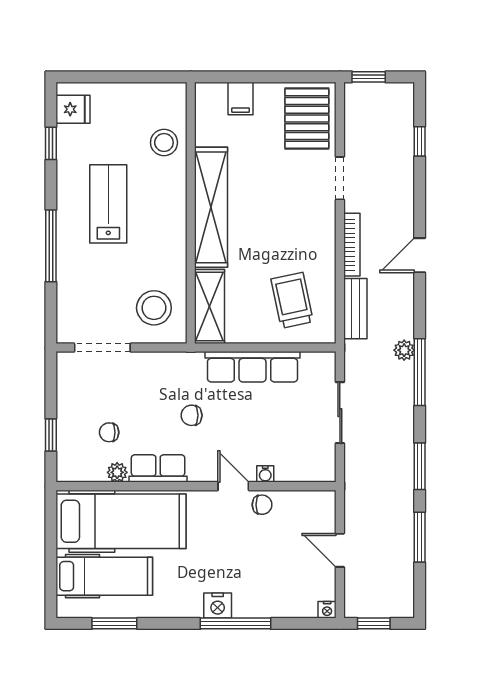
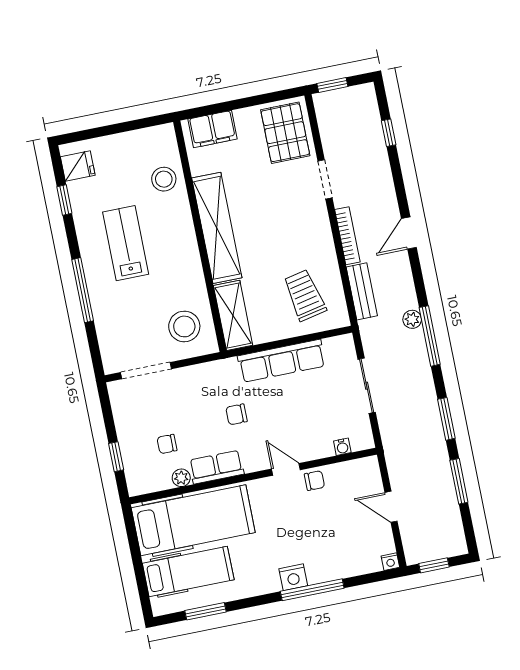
filing cabinet: (241, 99) -> (213, 129), width x2.00
water cooler: (265, 474) -> (342, 447), moved

